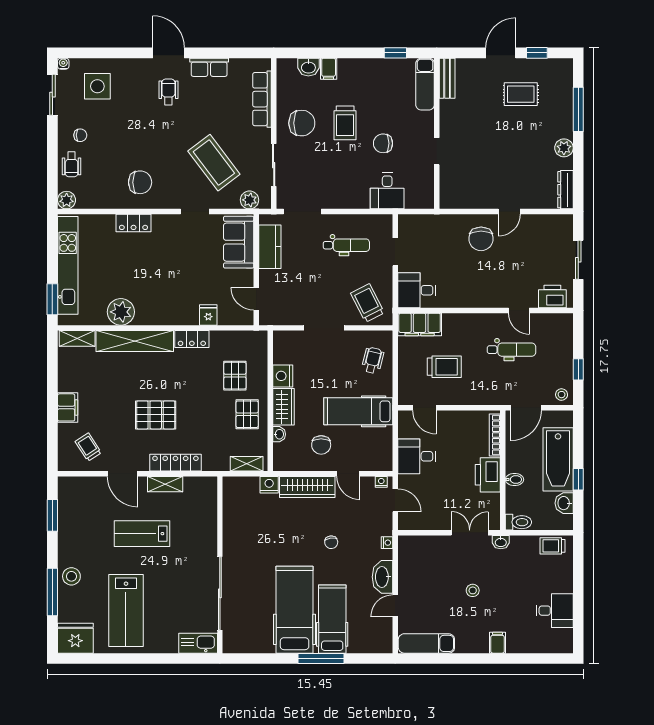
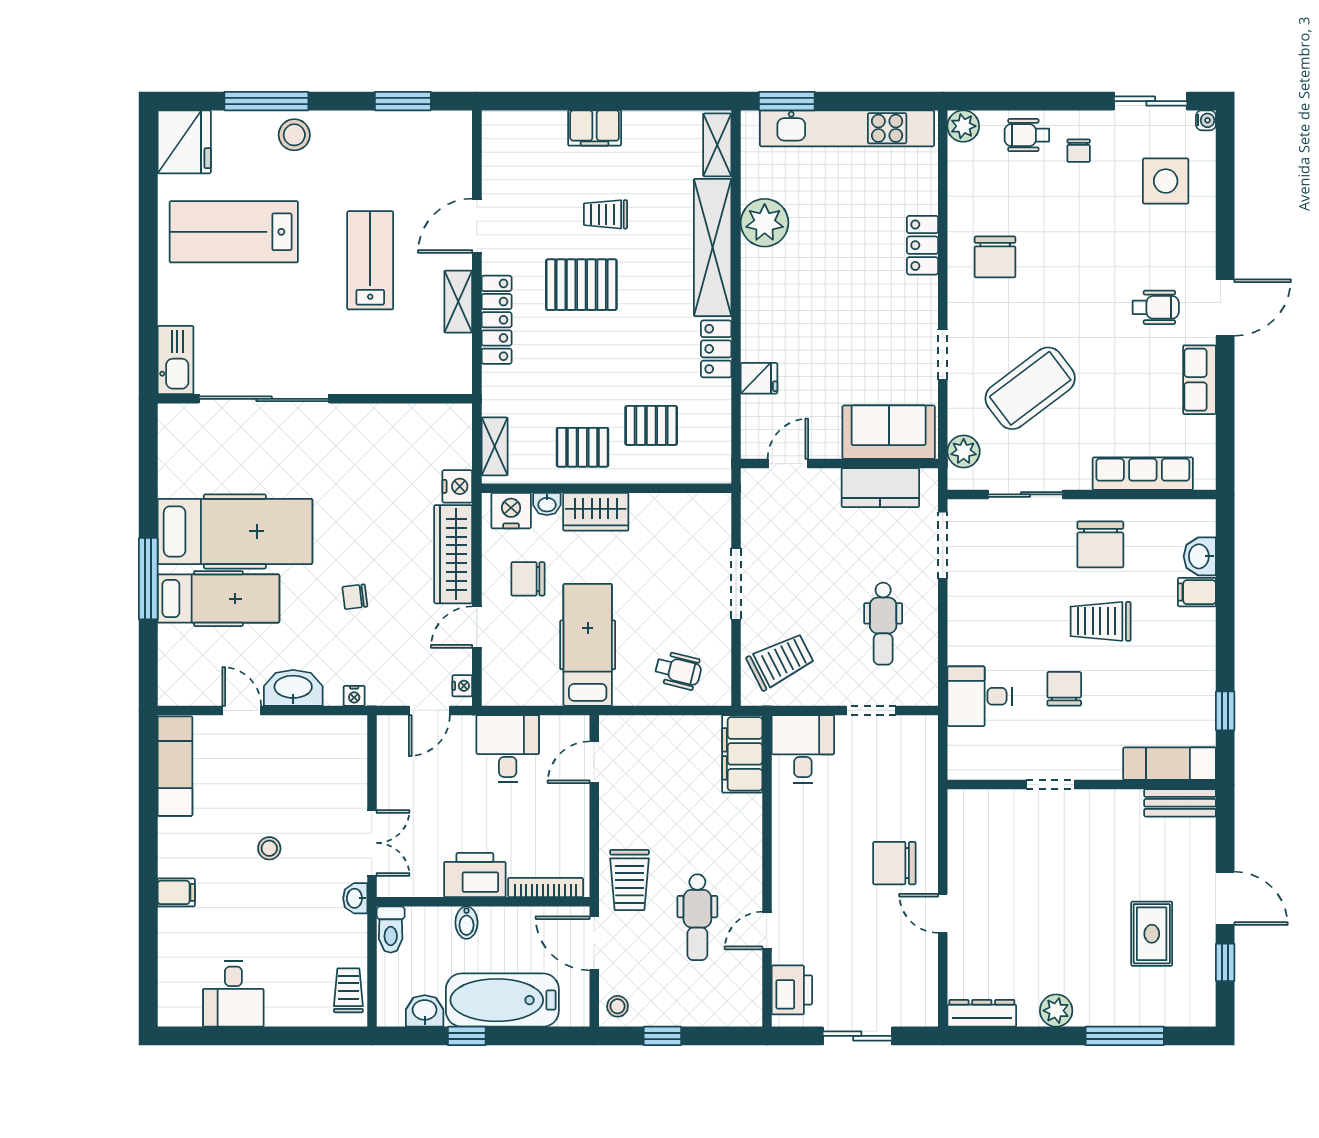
trolley: (444, 367) -> (629, 880), moved
nightstand: (283, 376) -> (511, 511), moved
pallet: (156, 415) -> (581, 285), turned 90
trolley: (88, 447) -> (606, 214), moved, turned -147

